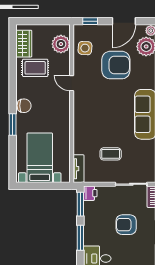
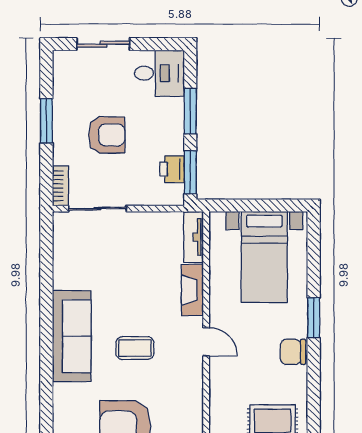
door: (72, 83) -> (206, 342), moved
fireplace: (79, 140) -> (192, 290), added
coffee table: (111, 154) -> (135, 348), moved
printer: (90, 193) -> (172, 169), moved

